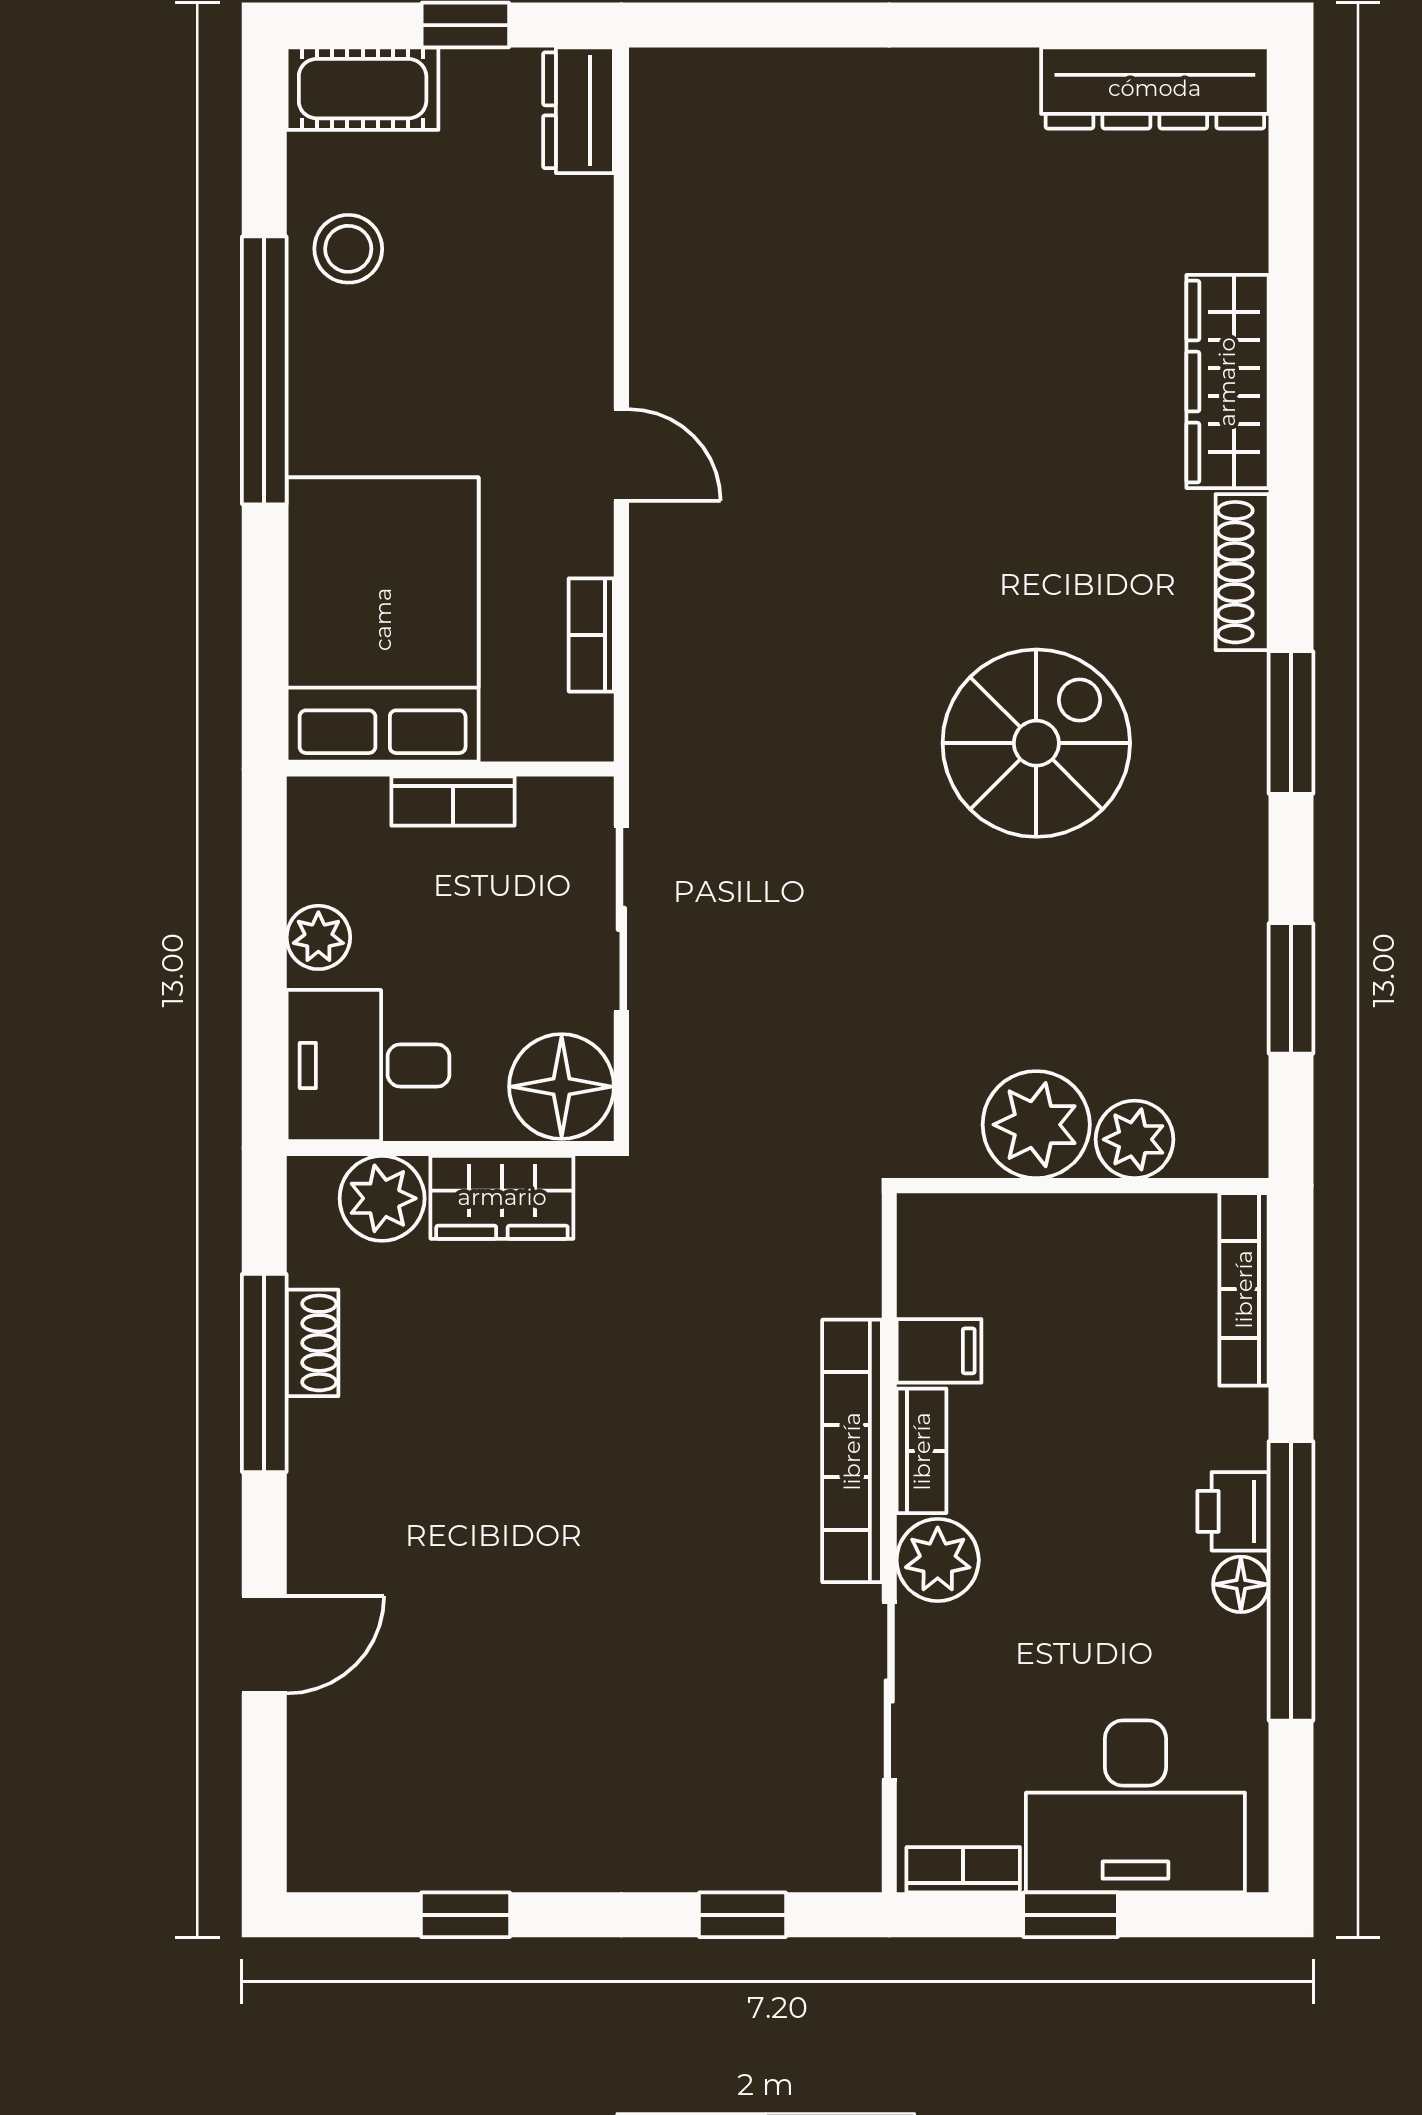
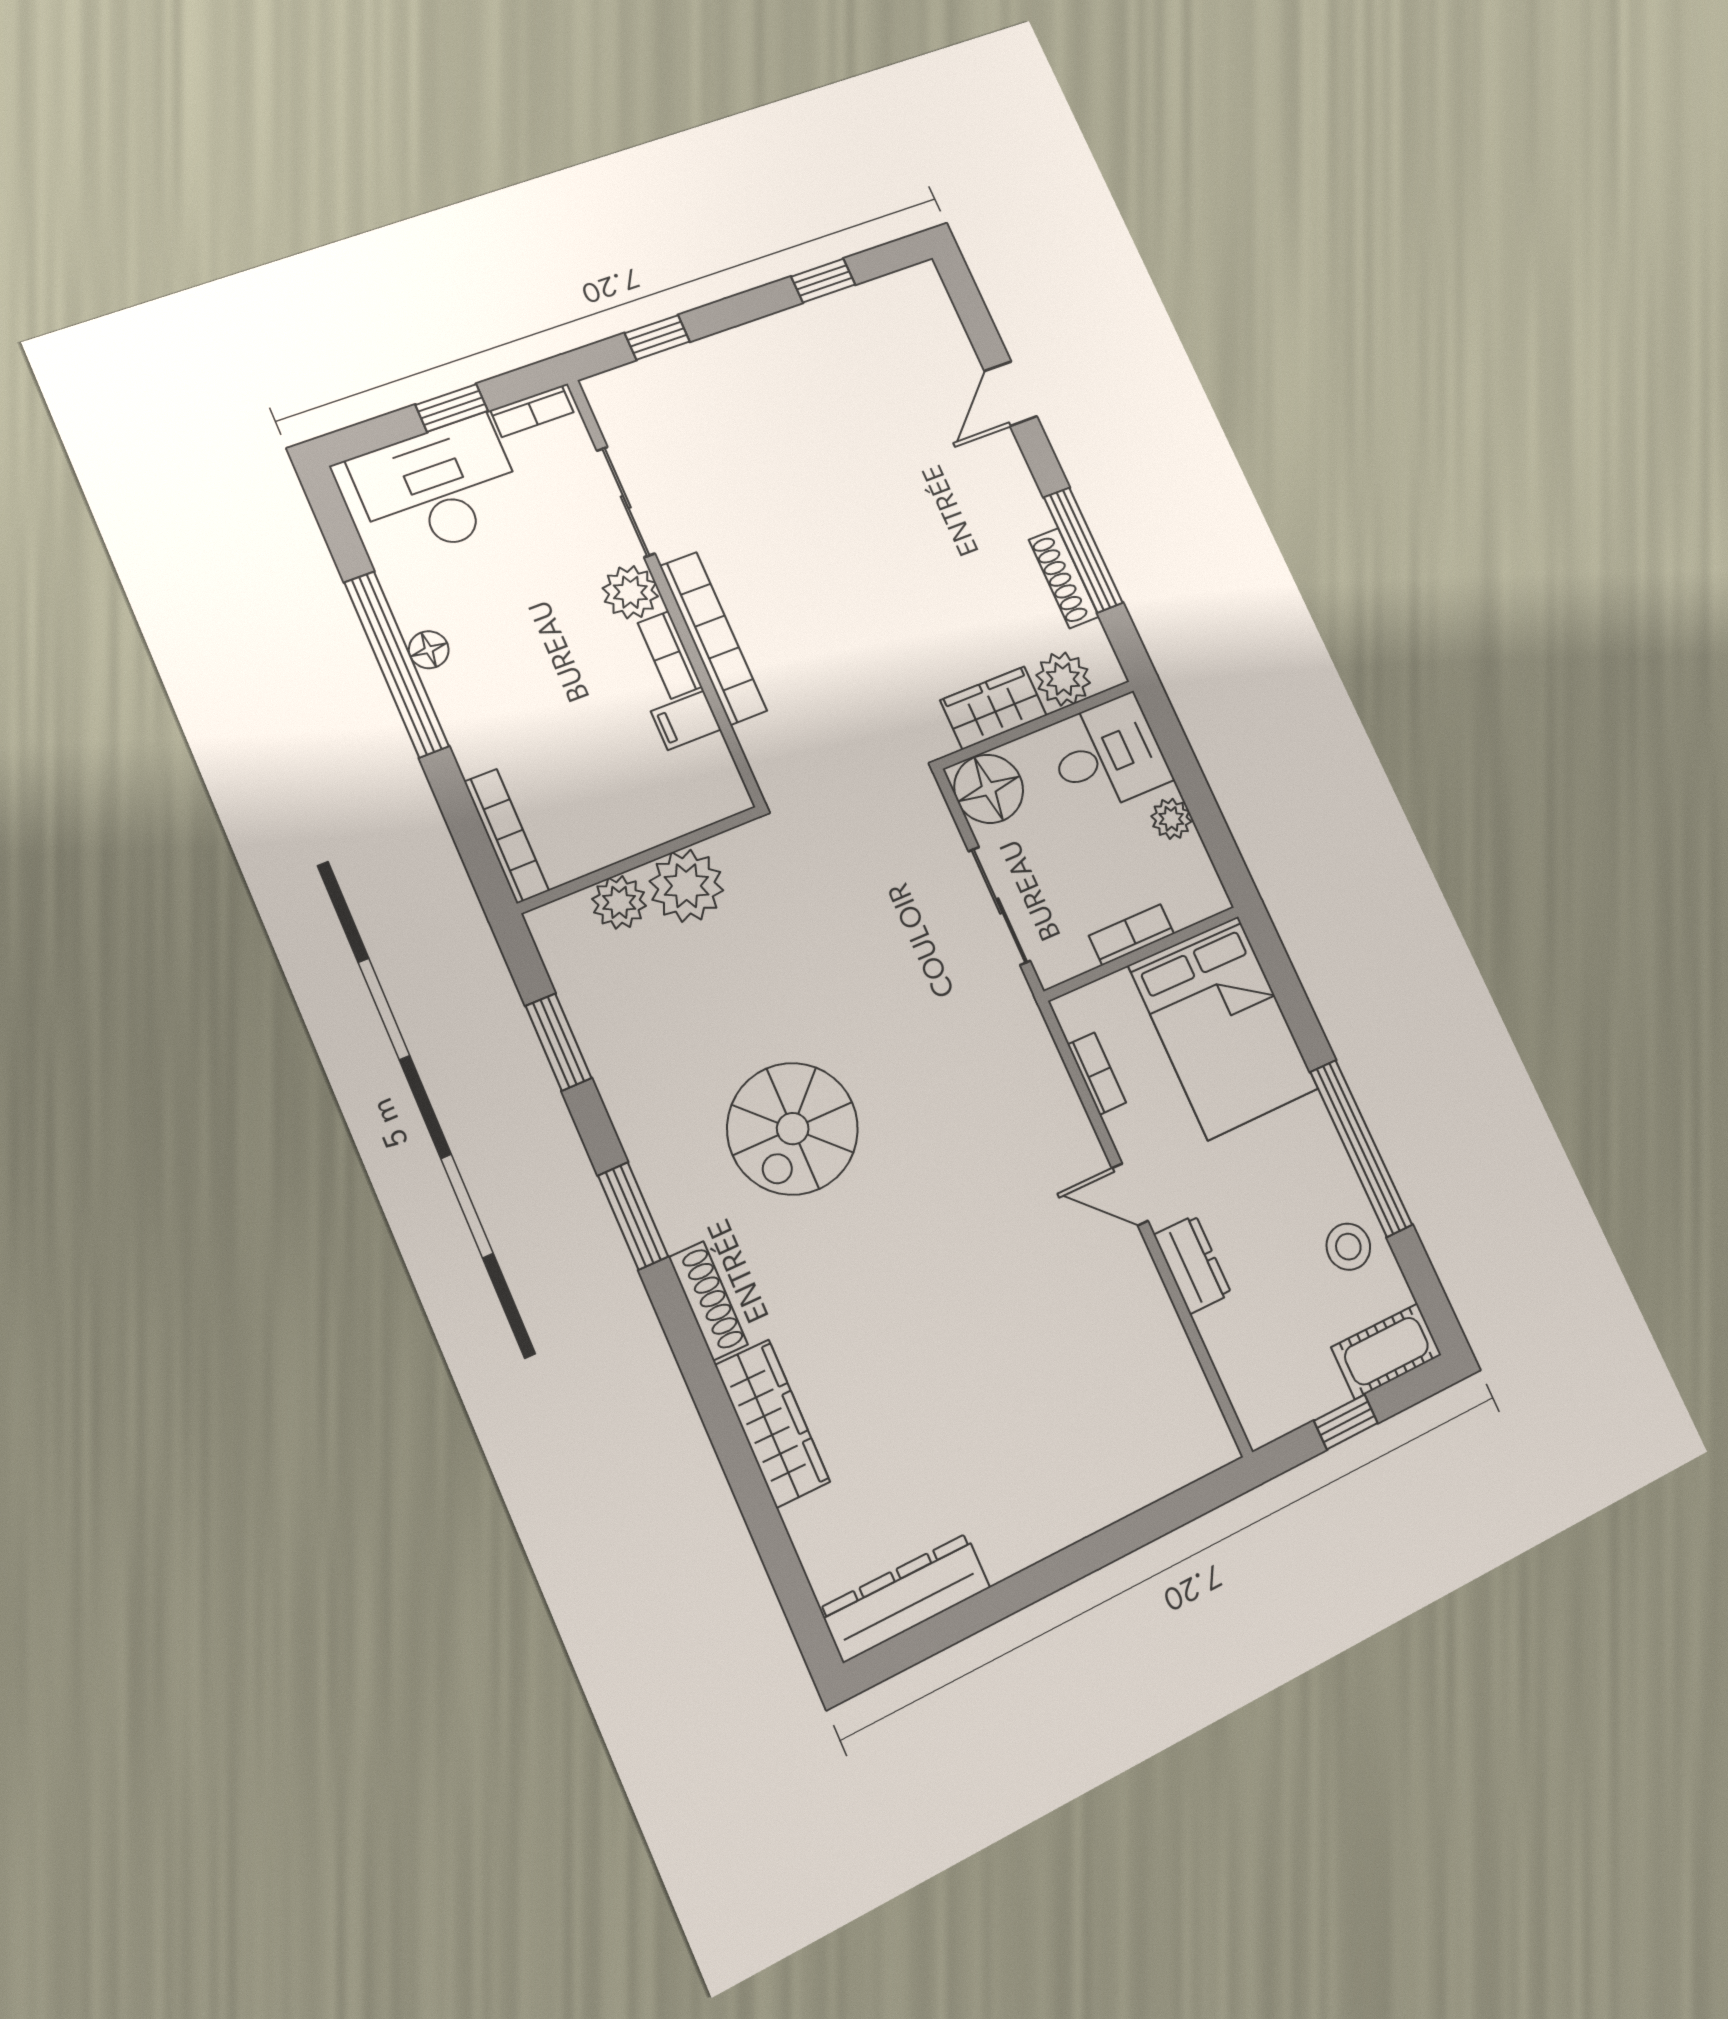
dresser: (579, 110) -> (1193, 1264), moved
shoe rack: (312, 1343) -> (1064, 578), width x1.43
printer: (1233, 1511) -> (454, 693), removed

